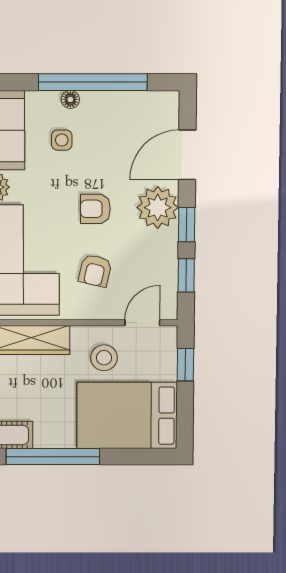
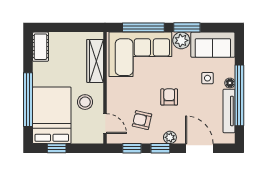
tv unit: (121, 101) -> (229, 111), added
plant: (158, 208) -> (170, 137), width x0.53, depth x0.53
armchair: (95, 271) -> (142, 120), moved
window: (185, 365) -> (57, 148), moved
window: (53, 457) -> (28, 100), moved

